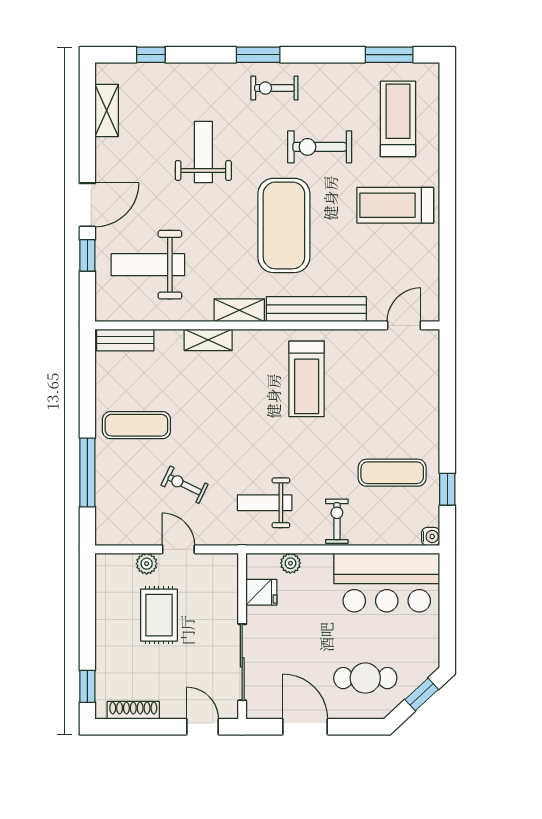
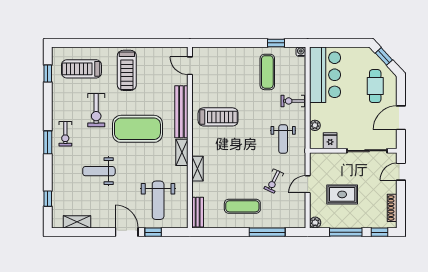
window: (389, 55) -> (48, 74), width x0.67
exercise mat: (136, 425) -> (242, 206), turned 90
plant: (147, 564) -> (315, 223), moved
window: (87, 622) -> (346, 232), added

